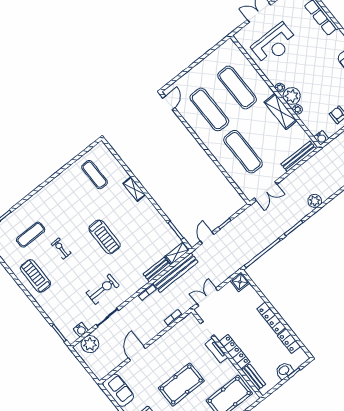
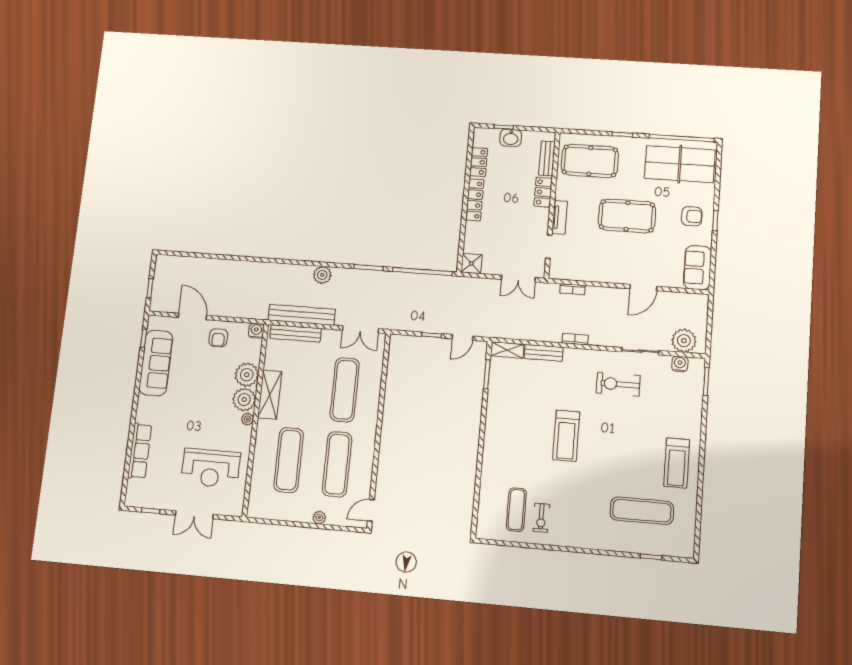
reception desk: (274, 44) -> (211, 468), turned 180
plant: (192, 74) -> (319, 518), added
plant: (298, 109) -> (247, 375), width x1.87, depth x1.87
shelving: (134, 189) -> (489, 456), removed
double door: (266, 191) -> (360, 329), swing flipped
exercise mat: (31, 235) -> (642, 511), width x1.36, depth x1.45
treadmill: (104, 237) -> (566, 436), turned 180
exercise bike: (61, 249) -> (541, 518), moved
bench: (176, 273) -> (302, 315), moved
locker: (234, 352) -> (543, 192), width x0.66

